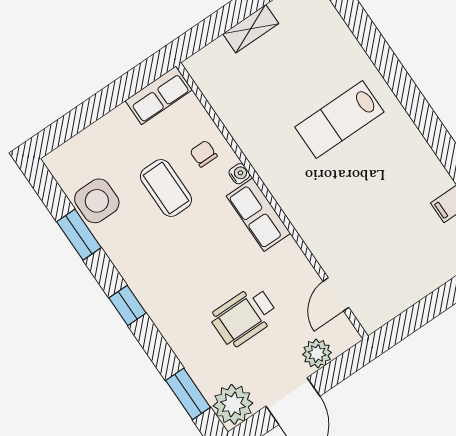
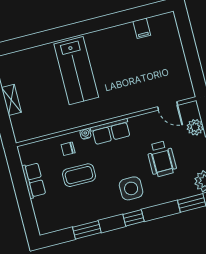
row of seats: (159, 95) -> (34, 180), moved
lab bench: (339, 120) -> (76, 71), width x1.36, depth x1.39
side table: (97, 201) -> (131, 188), moved

